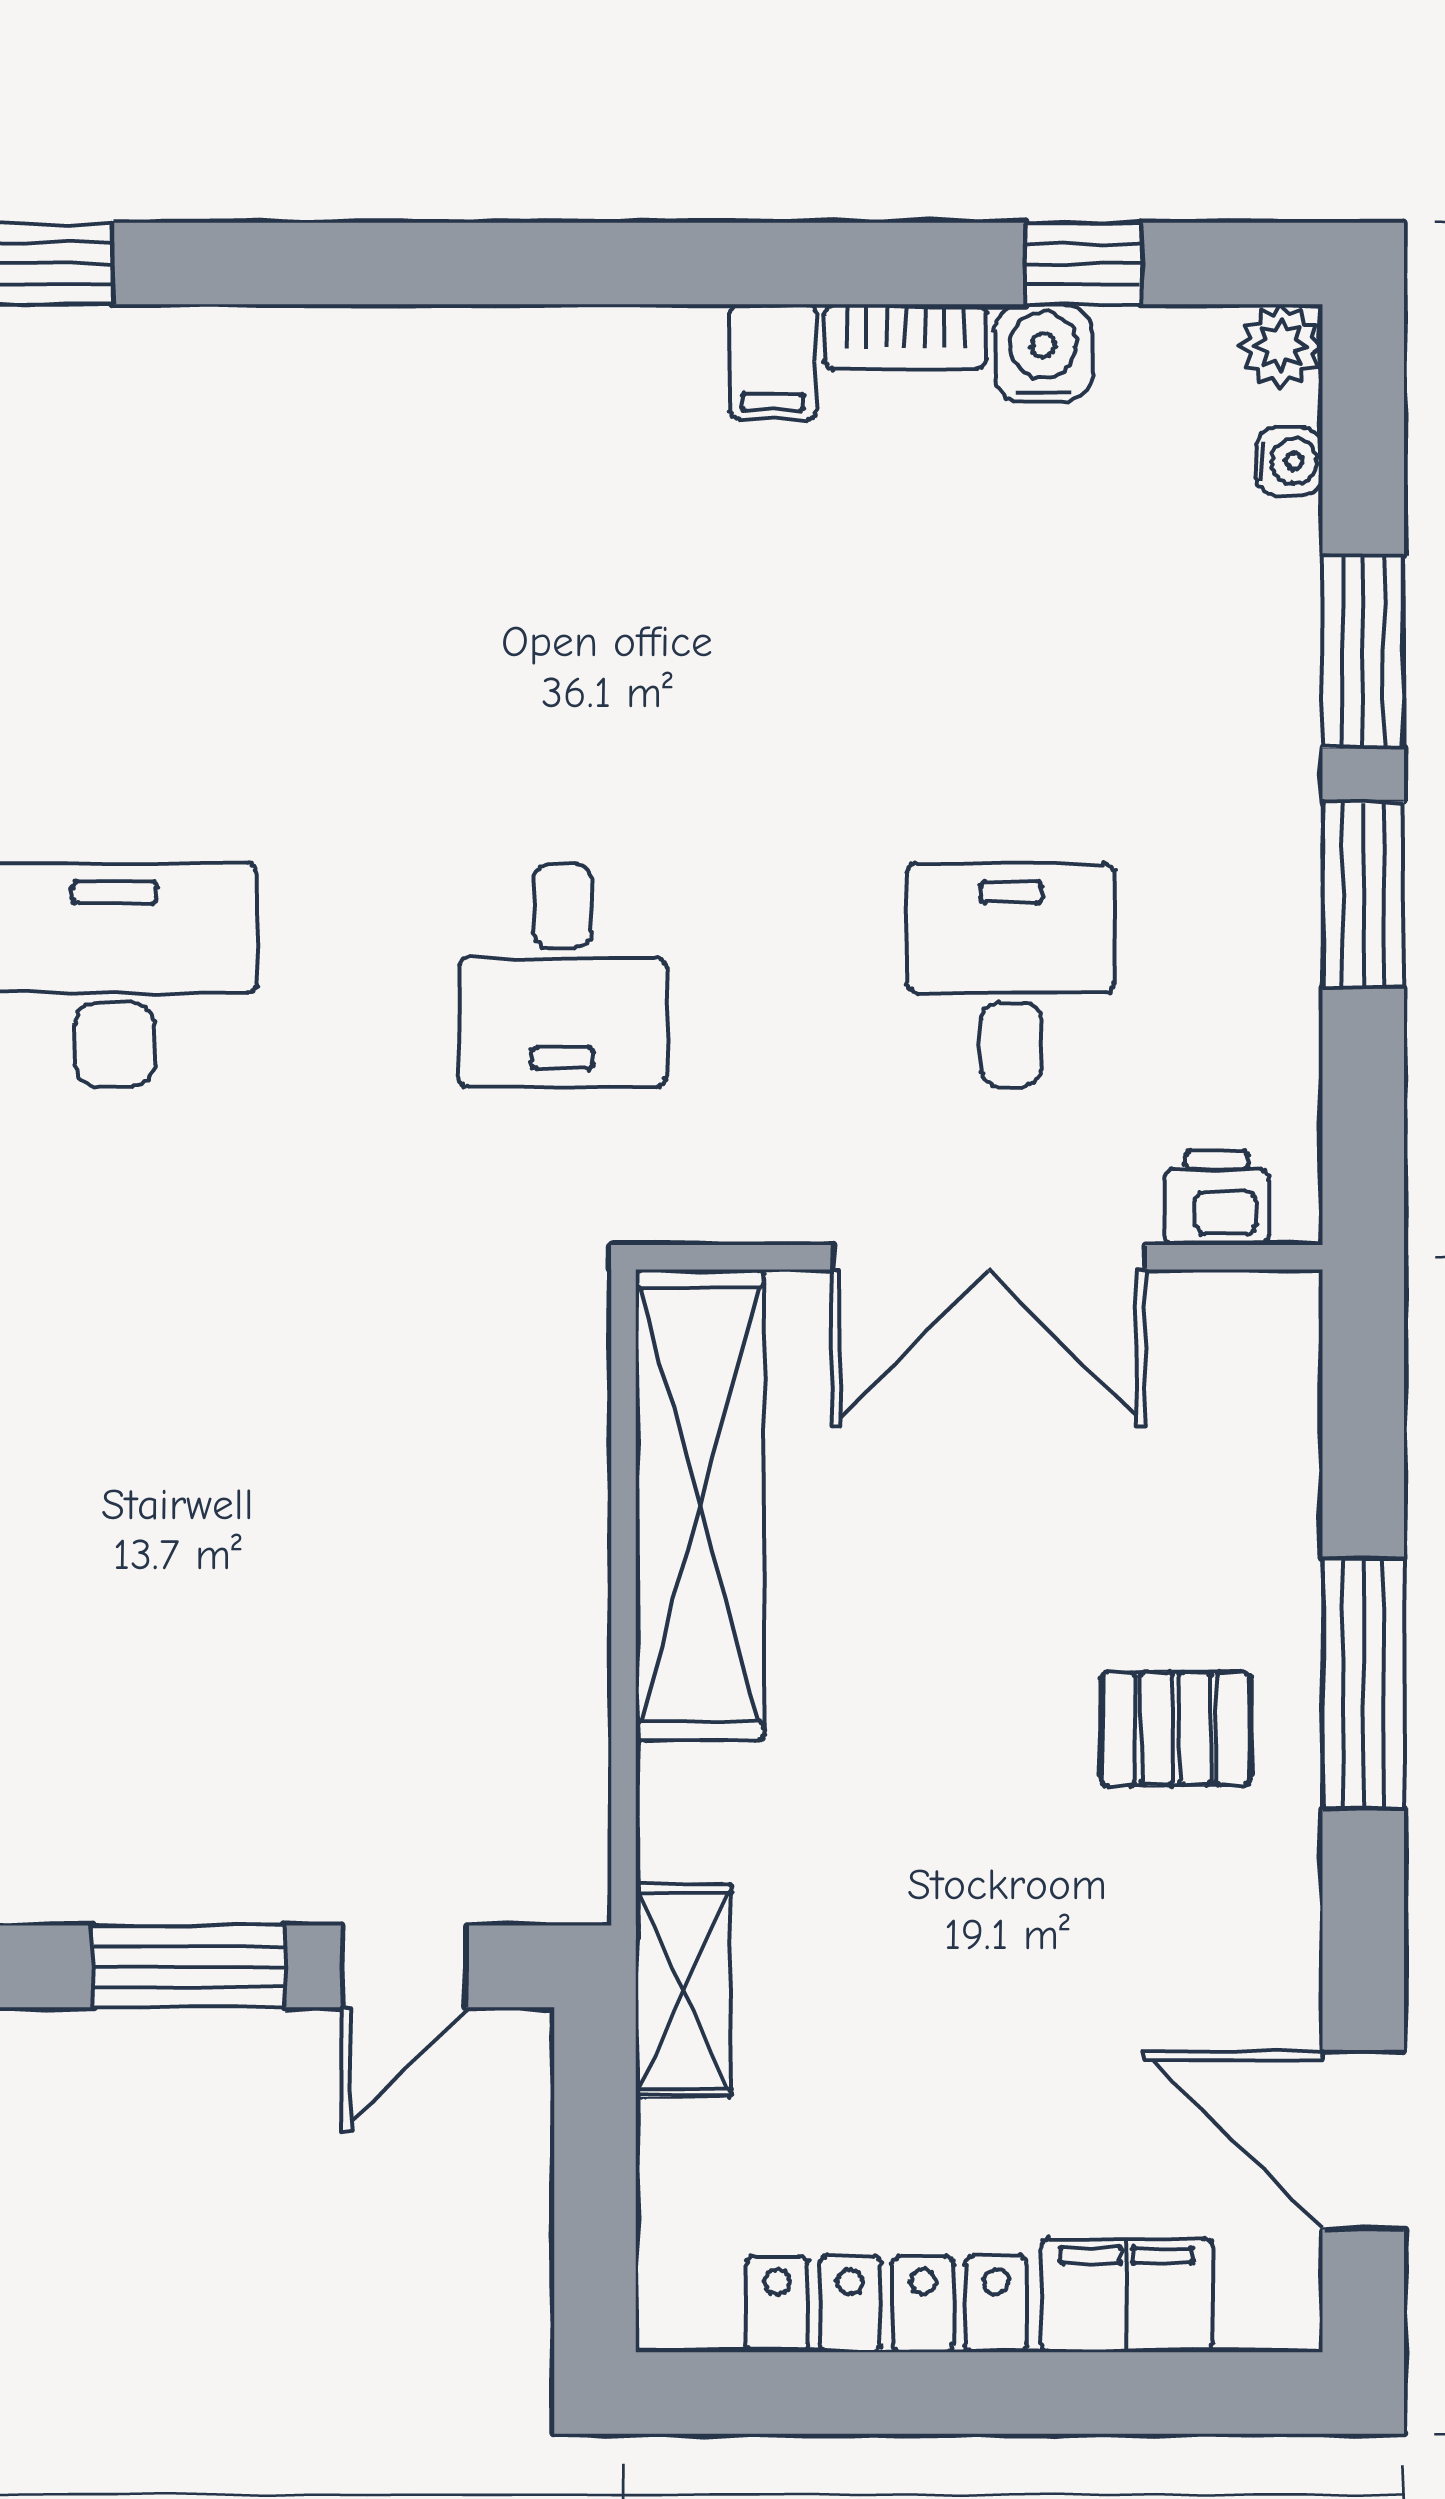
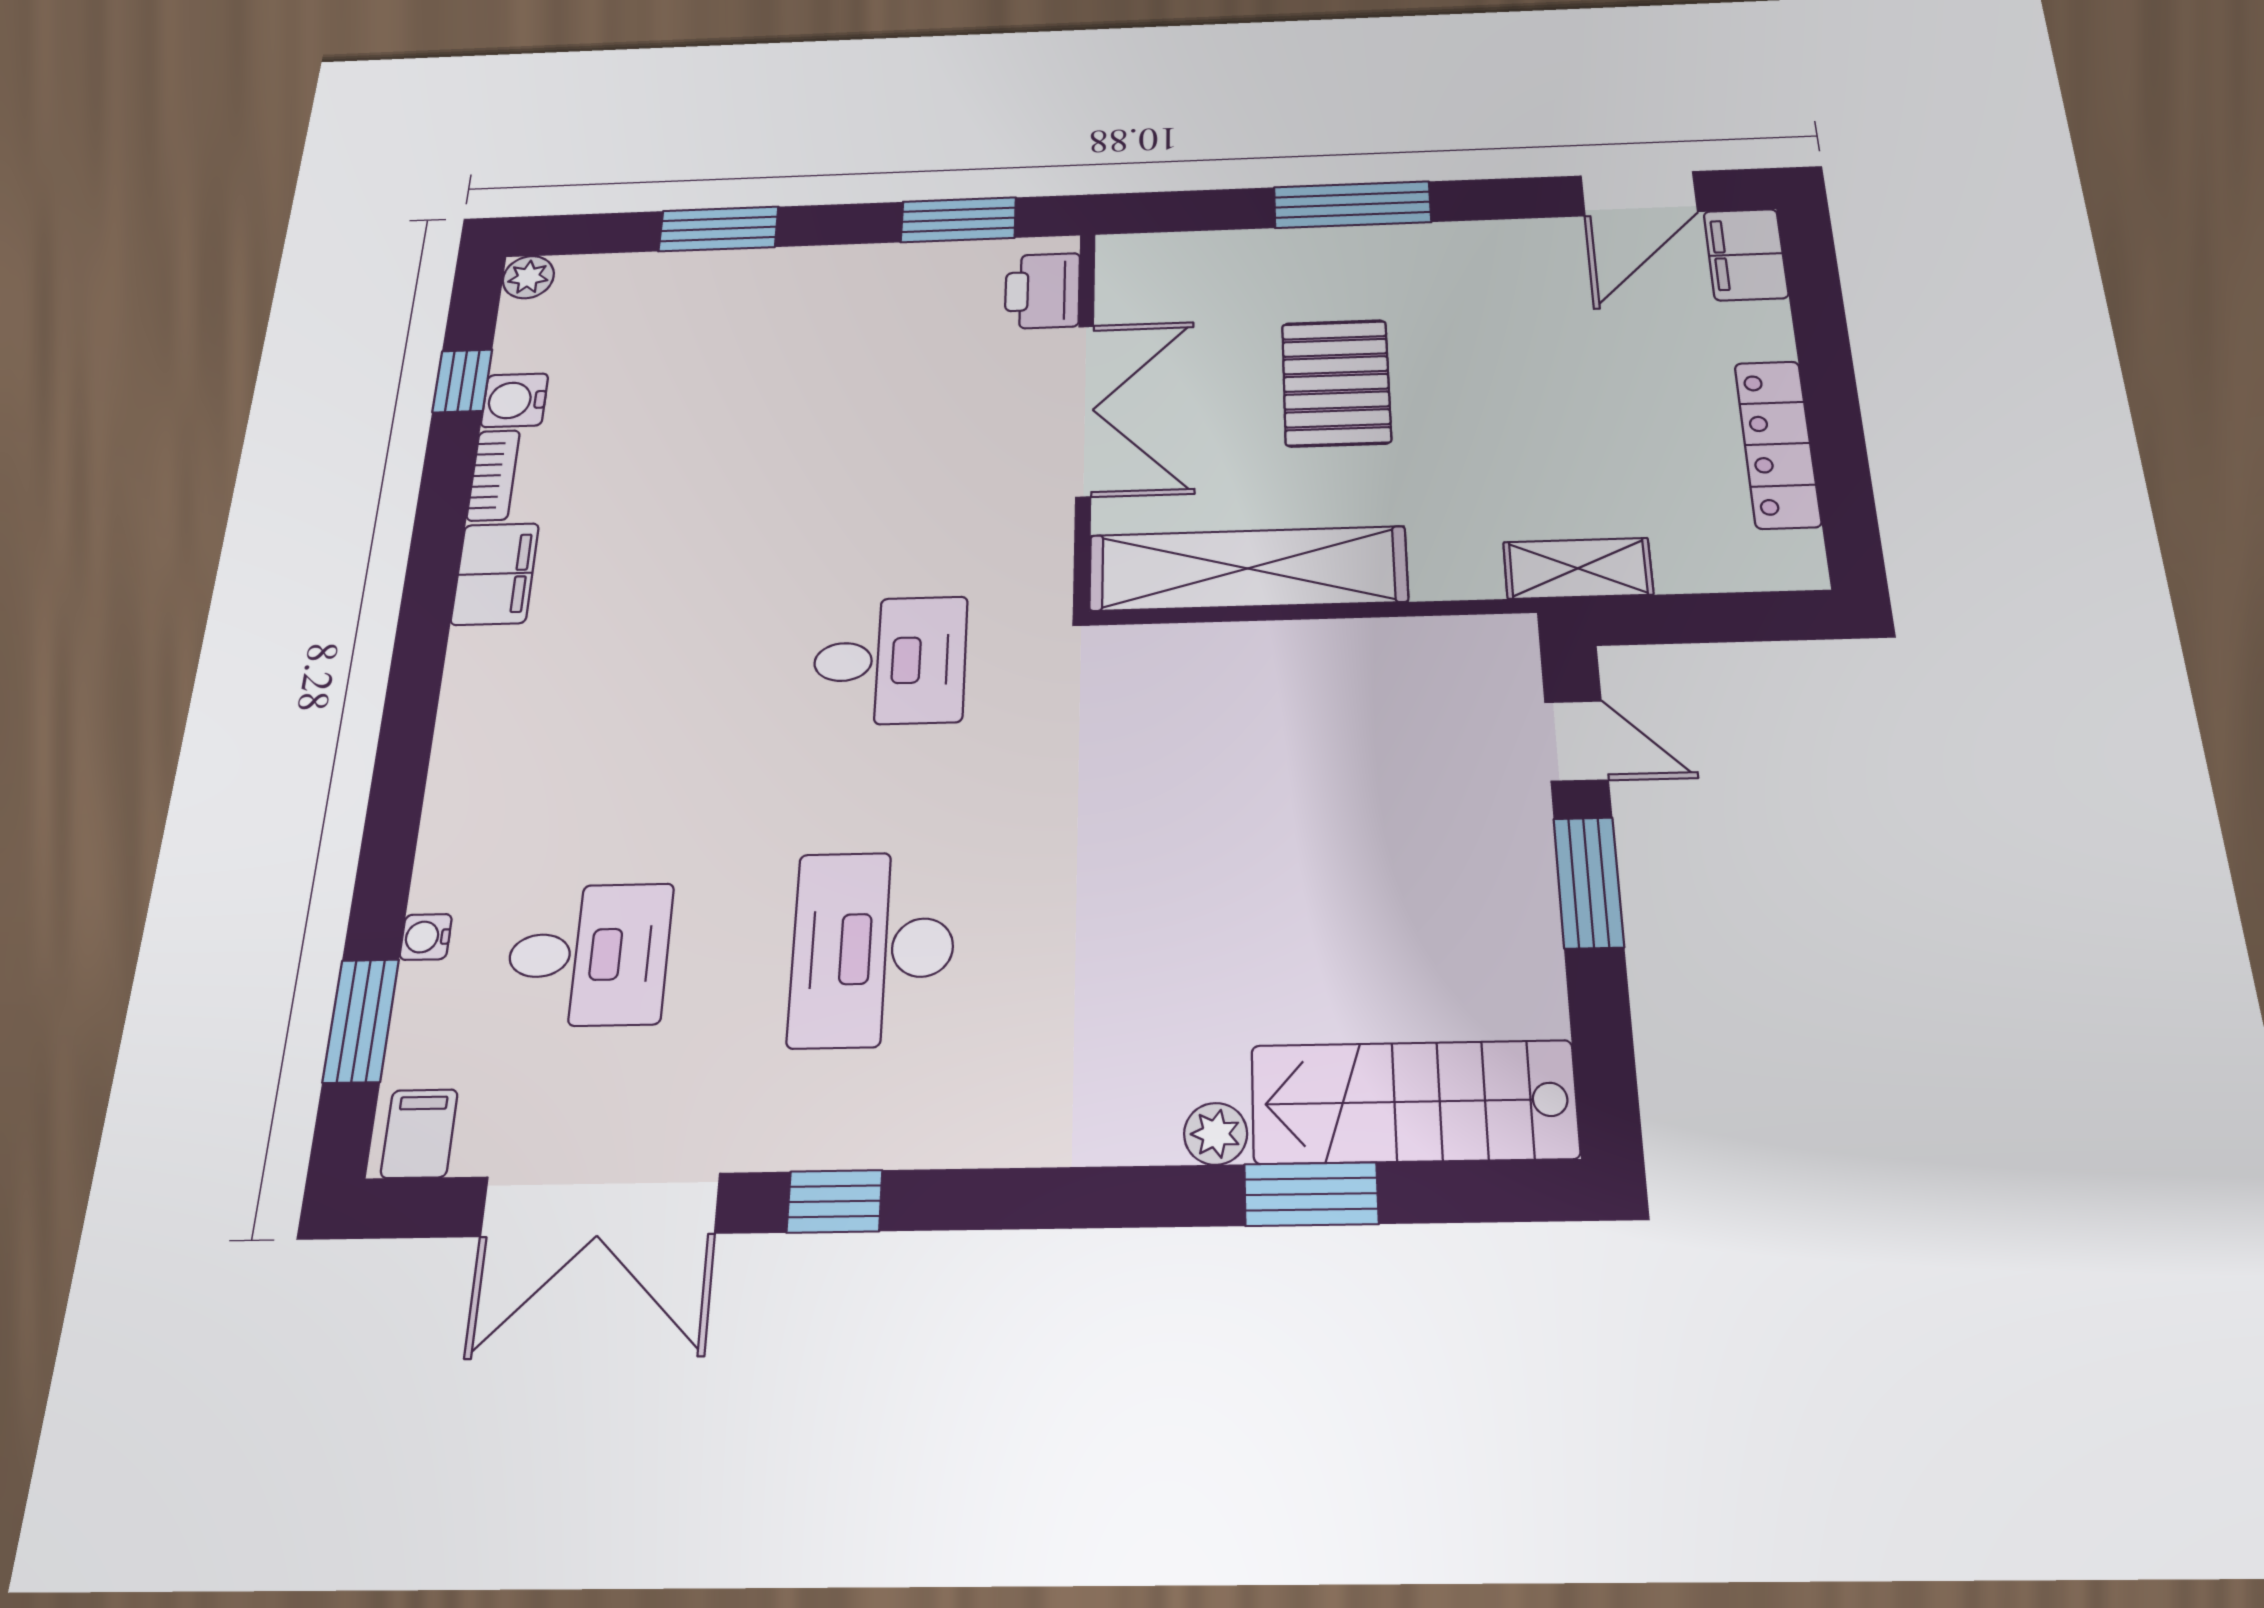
filing cabinet: (773, 362) -> (495, 574), width x2.00
water cooler: (1289, 461) -> (426, 937), moved, turned -90
window: (1363, 894) -> (958, 220), moved
desk: (1011, 975) -> (588, 955), moved, turned 180
printer: (1217, 1198) -> (1042, 291), width x1.36, depth x1.24
pallet: (1176, 1729) -> (1336, 383), moved, width x1.50, depth x1.42
filing cabinet: (1127, 2295) -> (1746, 255), moved

